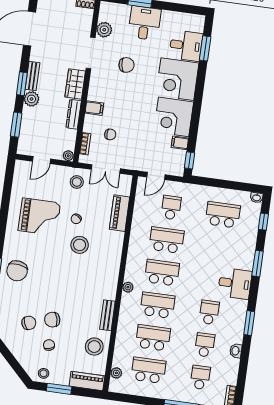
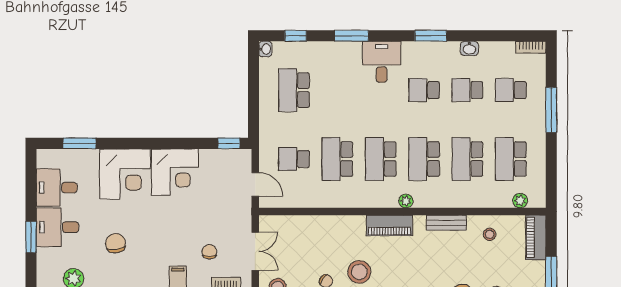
desk: (186, 46) -> (57, 188), moved, turned -90
filing cabinet: (180, 143) -> (208, 159), removed
piano: (119, 213) -> (389, 225), moved
stool: (94, 347) -> (490, 234), width x0.53, depth x0.53

